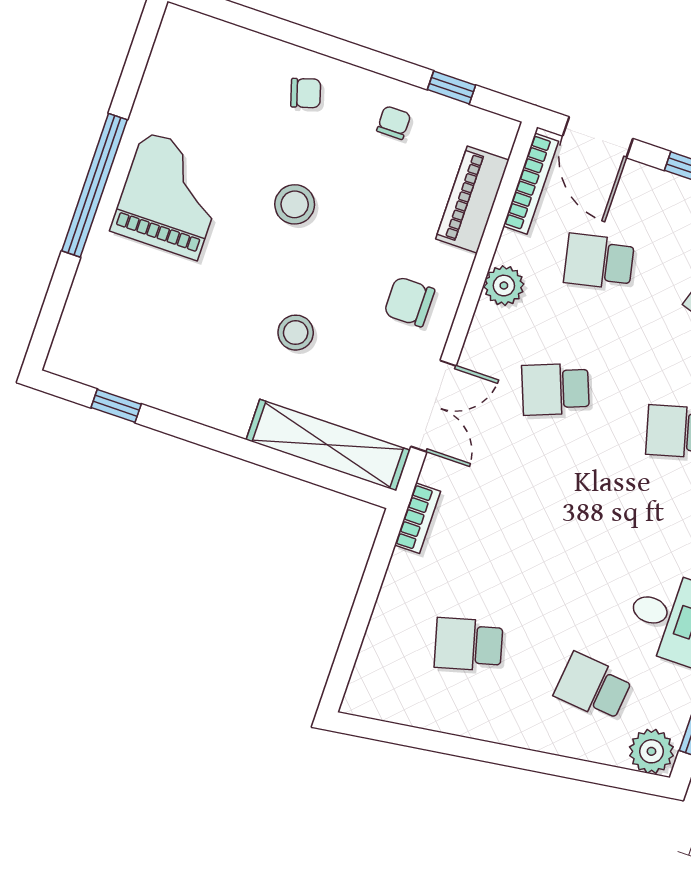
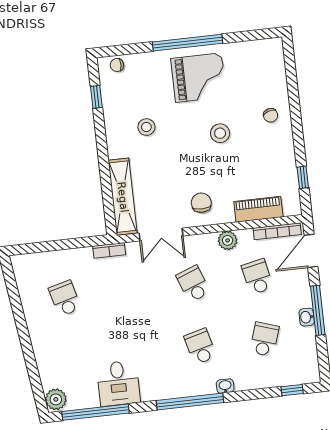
chair: (394, 123) -> (117, 65), moved, turned 180
stool: (296, 333) -> (146, 127), moved
school desk: (593, 687) -> (72, 361), removed

